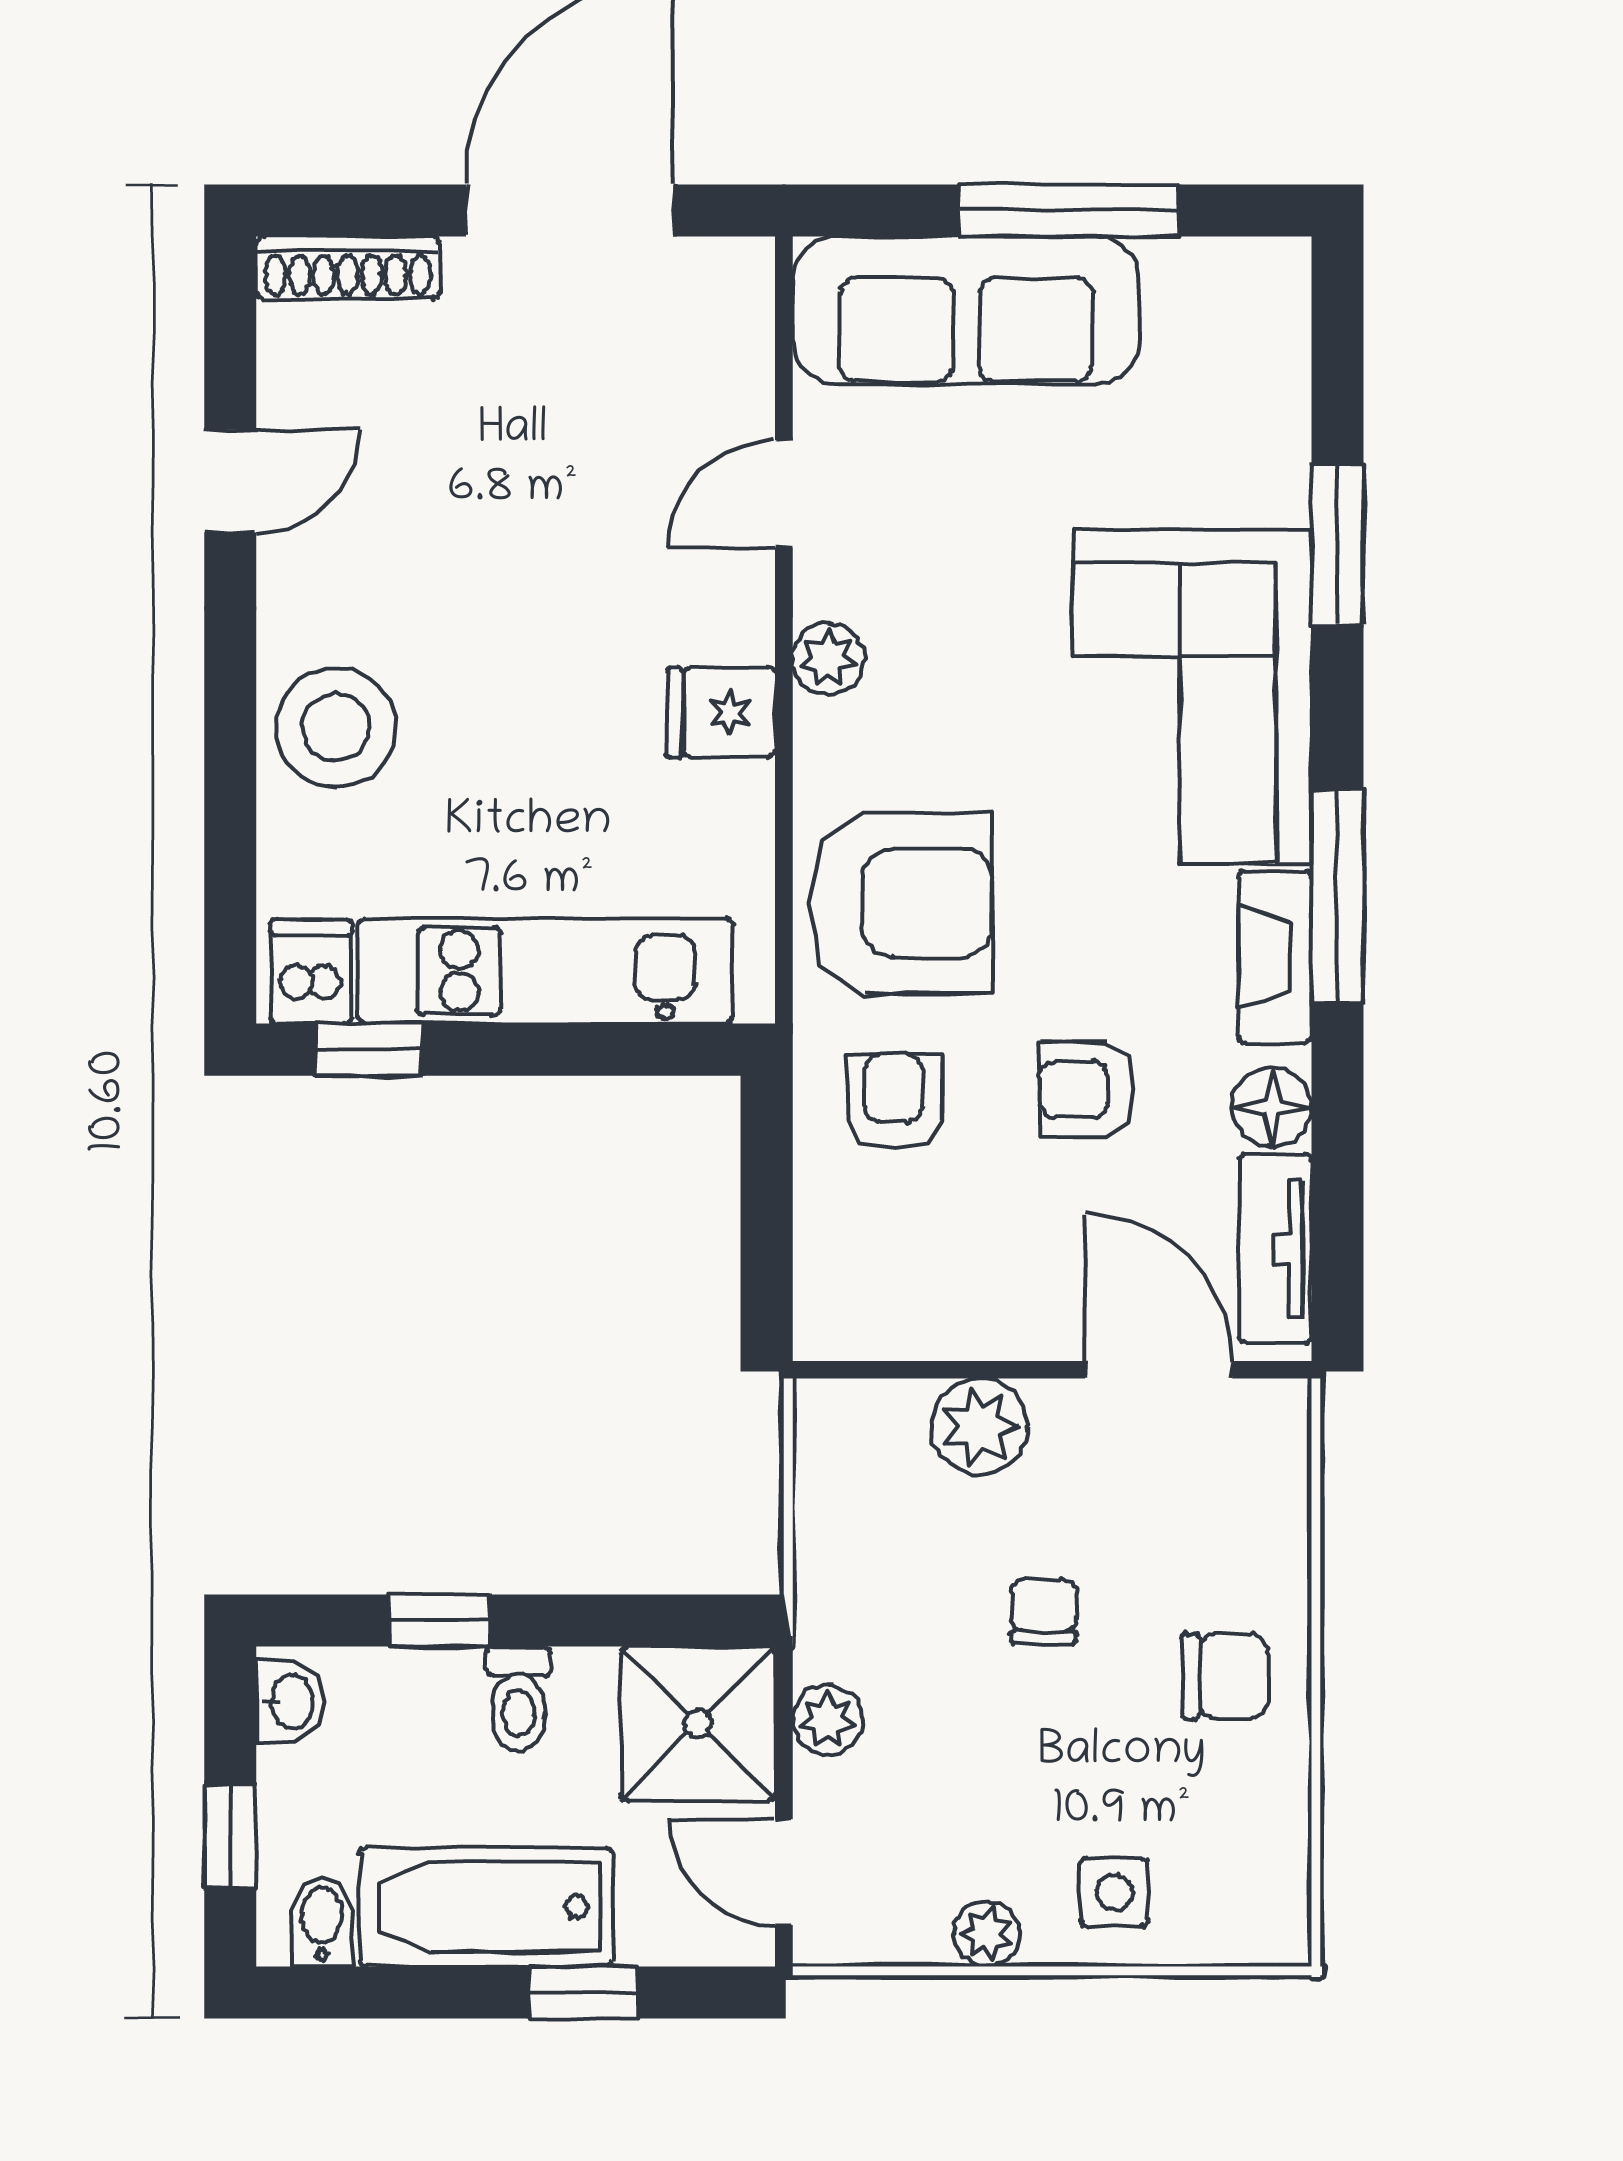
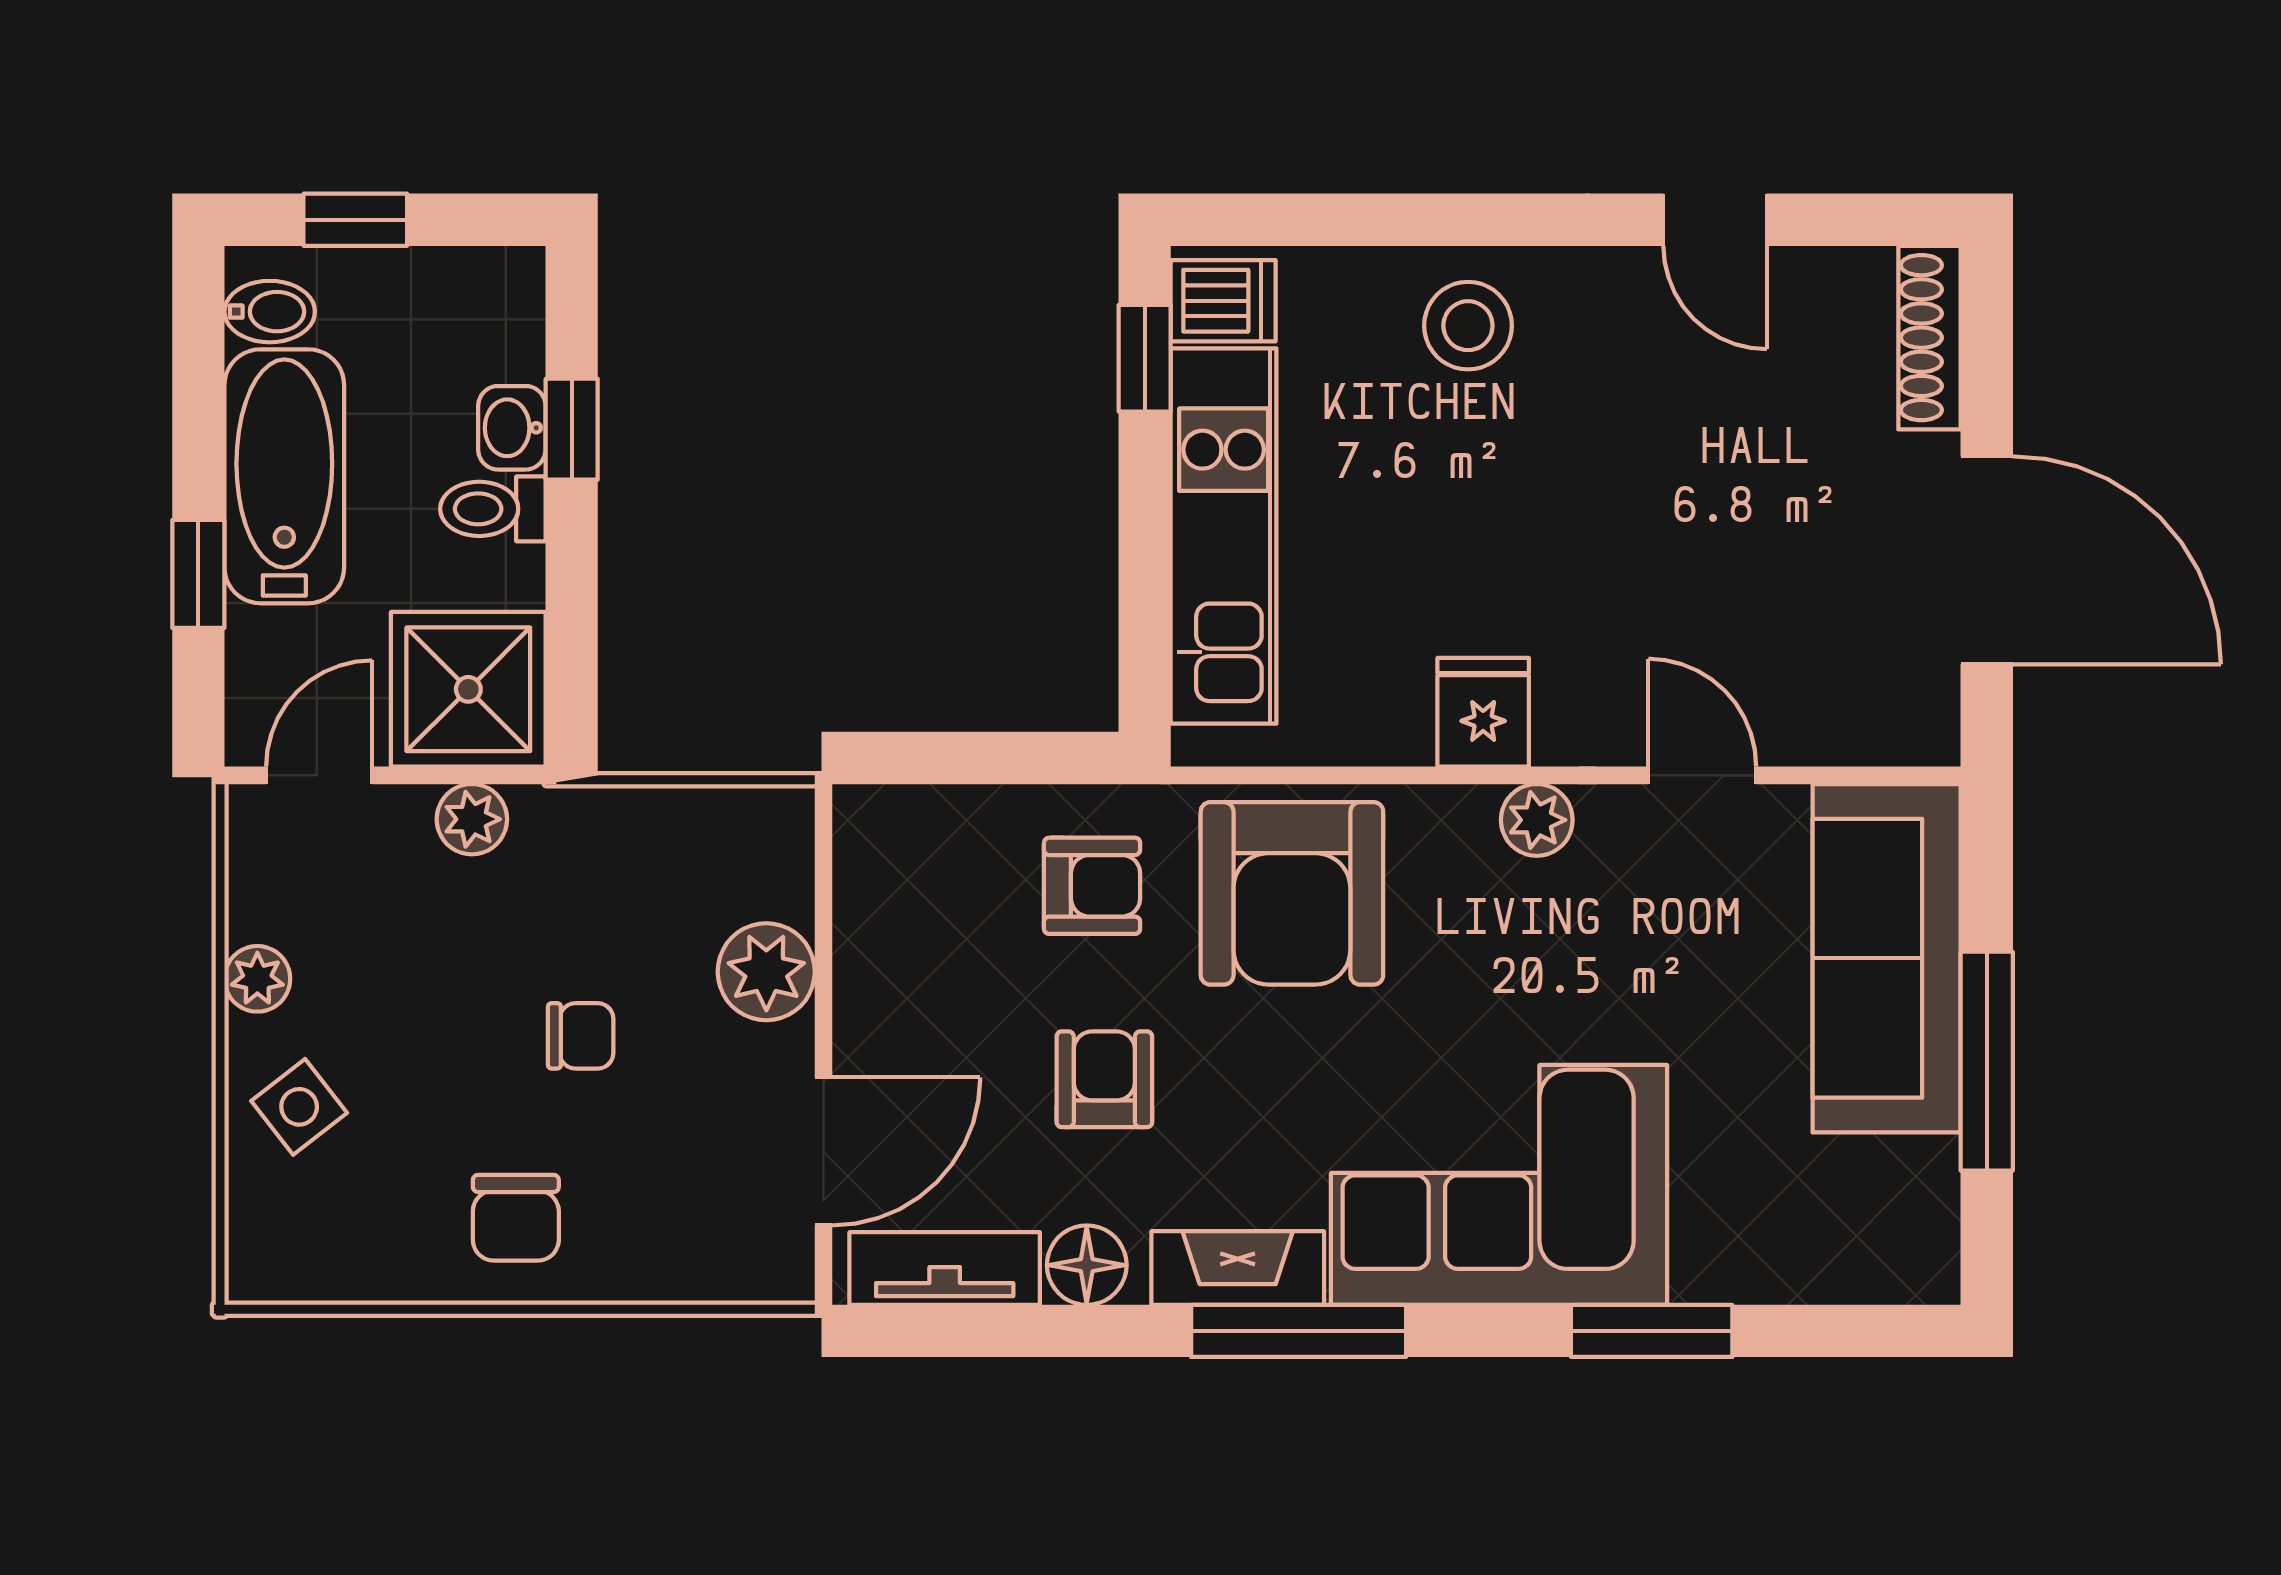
stool: (336, 727) -> (1468, 326), width x0.73, depth x0.73
washbasin: (290, 1702) -> (512, 428), moved, turned 90
side table: (1114, 1892) -> (299, 1107), turned -38

